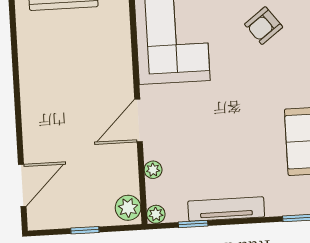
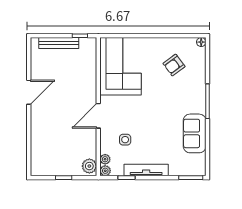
side table: (187, 159) -> (125, 140), added
plant: (153, 170) -> (105, 159), moved
door: (22, 185) -> (29, 92), moved

